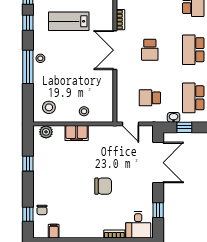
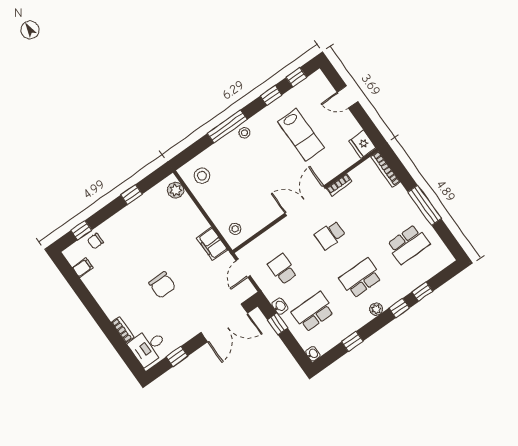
lab bench: (69, 21) -> (301, 135), turned 180
stool: (84, 111) -> (235, 229), moved
filing cabinet: (77, 133) -> (212, 244), moved

